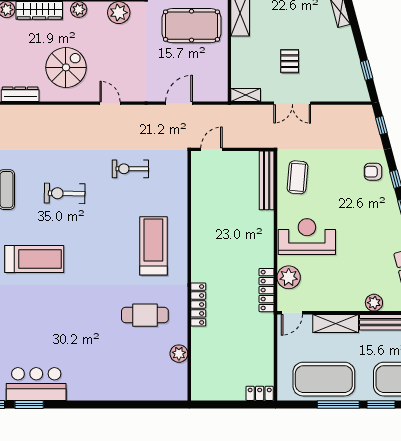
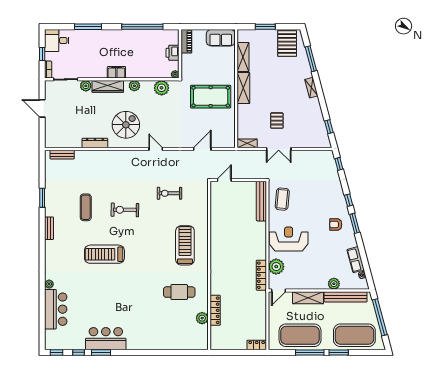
armchair: (373, 172) -> (336, 224), moved
treadmill: (34, 259) -> (104, 254), turned 180
locker: (198, 304) -> (215, 310), moved

